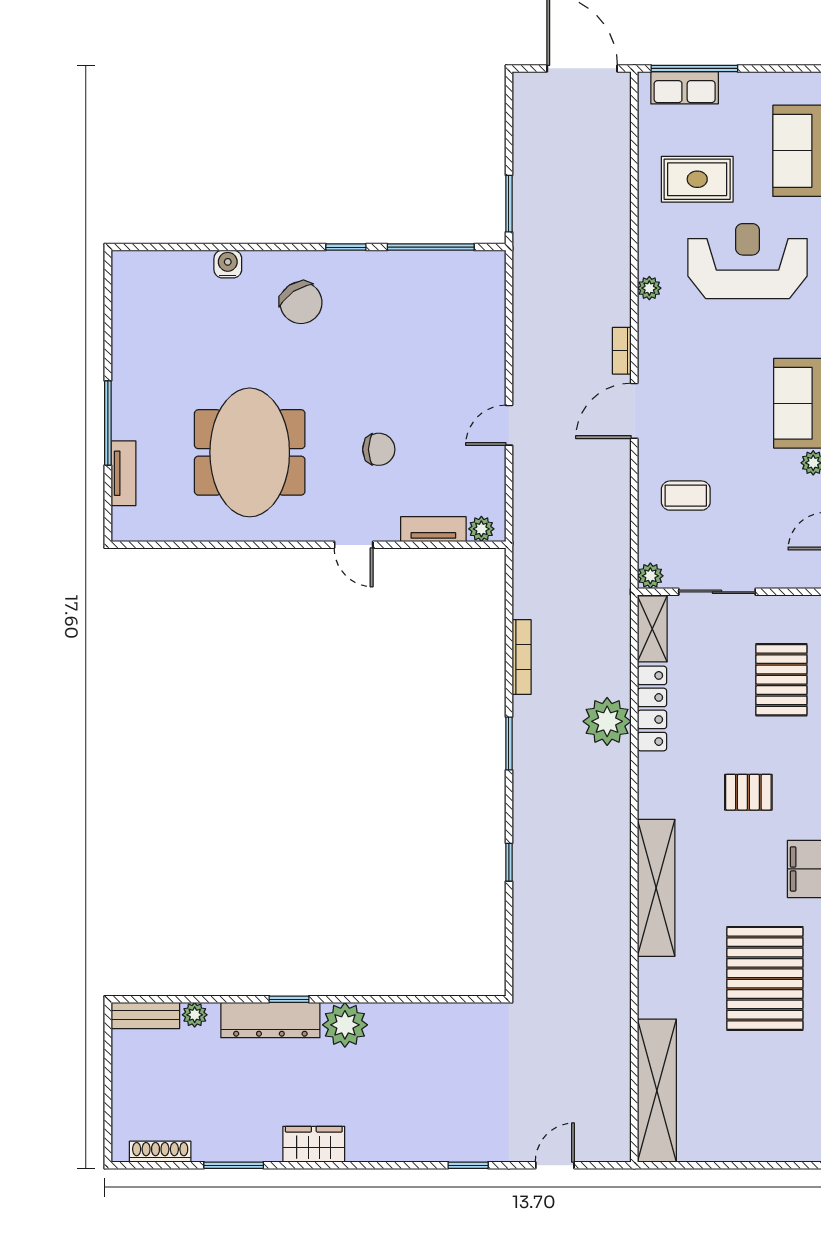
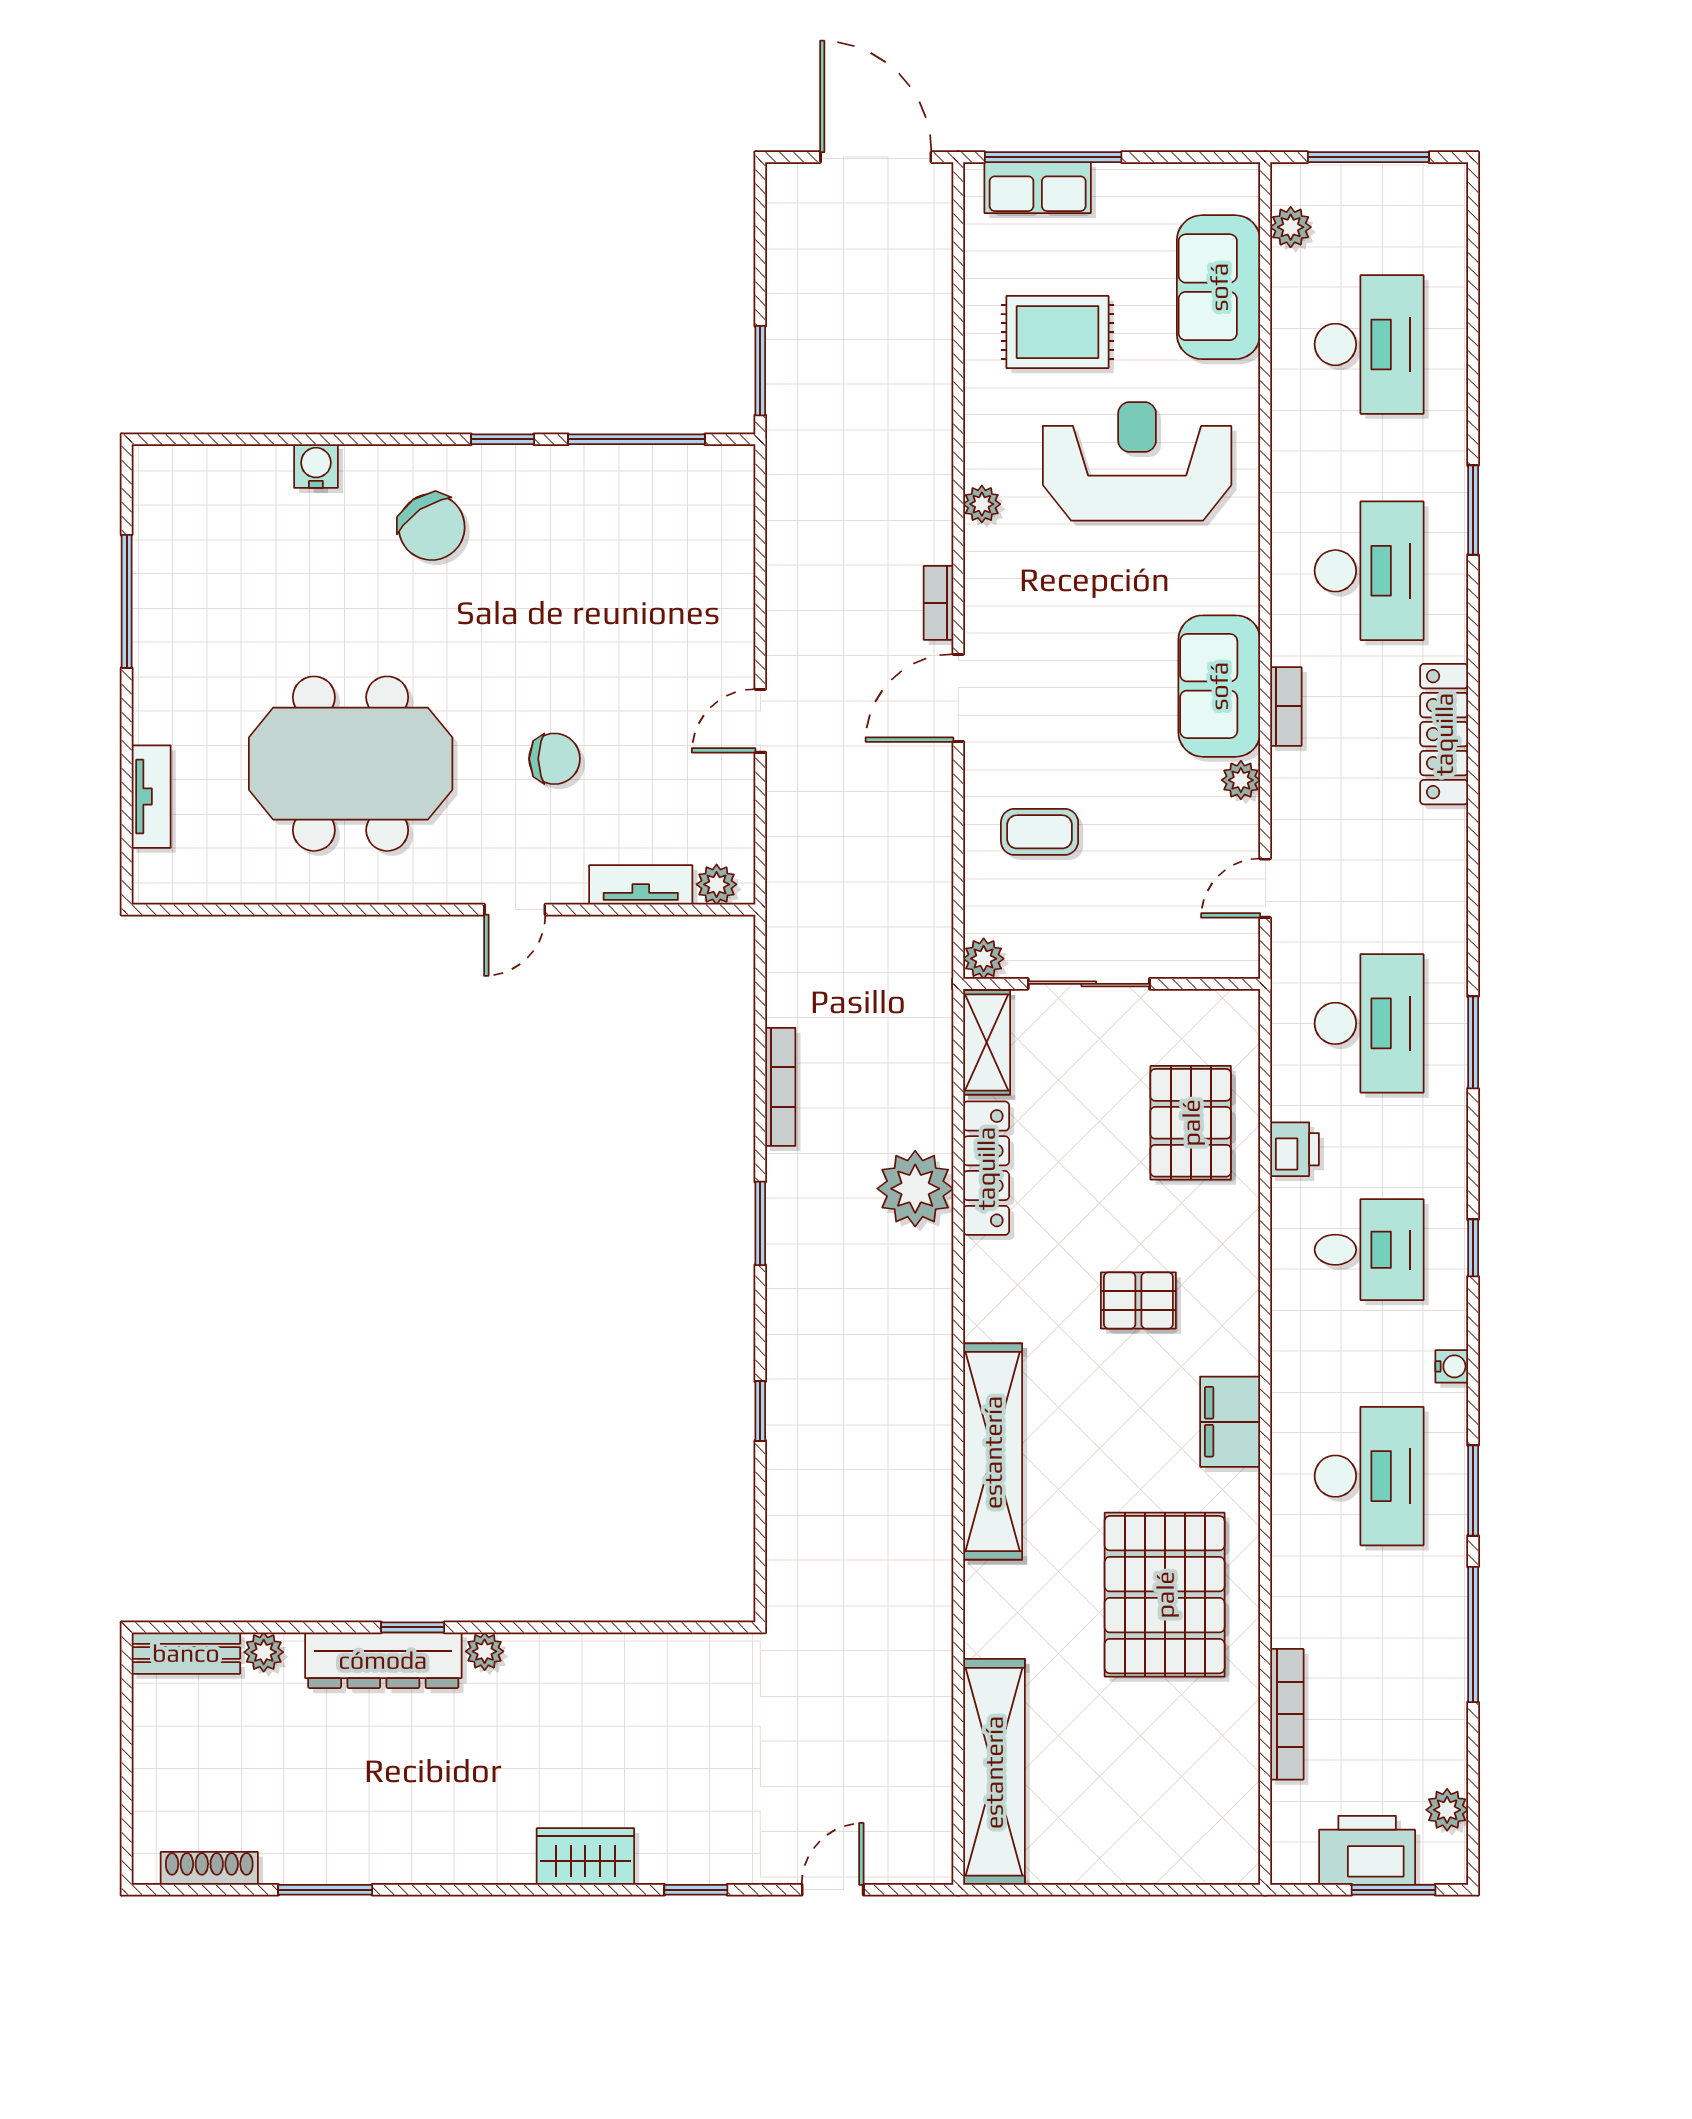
window: (108, 423) -> (127, 601), moved
meeting table: (250, 452) -> (351, 764), turned 90
door: (354, 545) -> (515, 910), hinge flipped
plant: (345, 1025) -> (485, 1651), width x0.53, depth x0.53
wardrobe: (314, 1144) -> (585, 1856), moved

